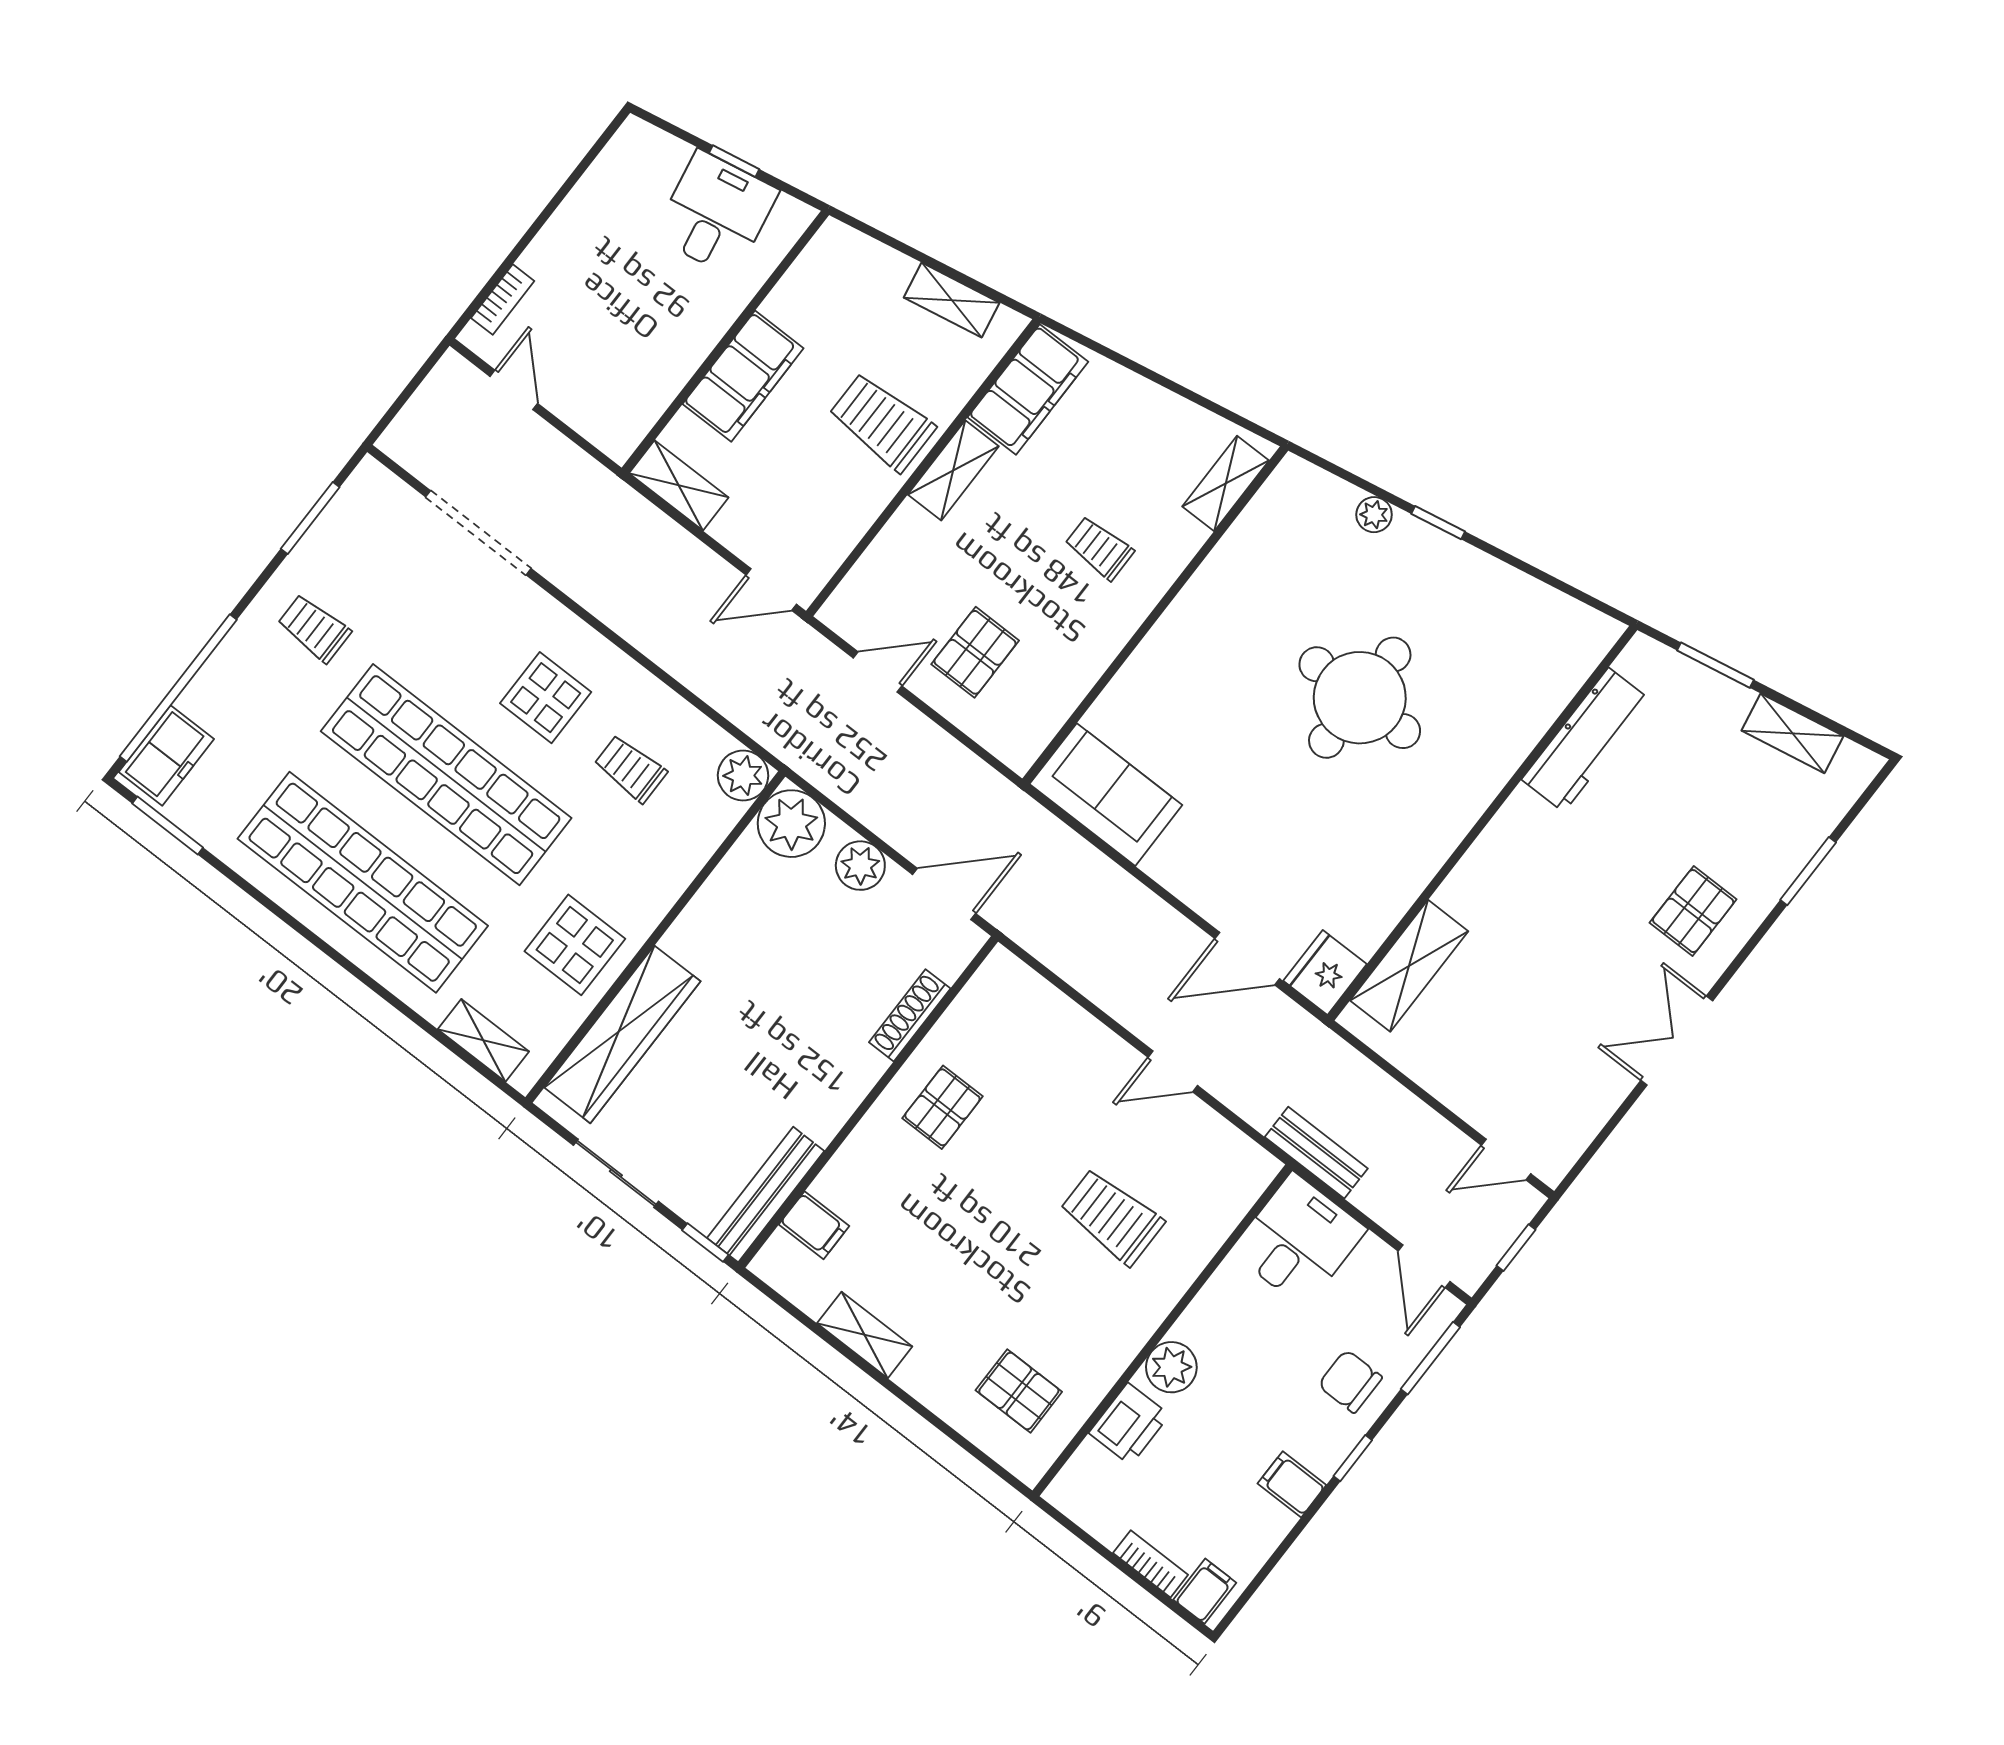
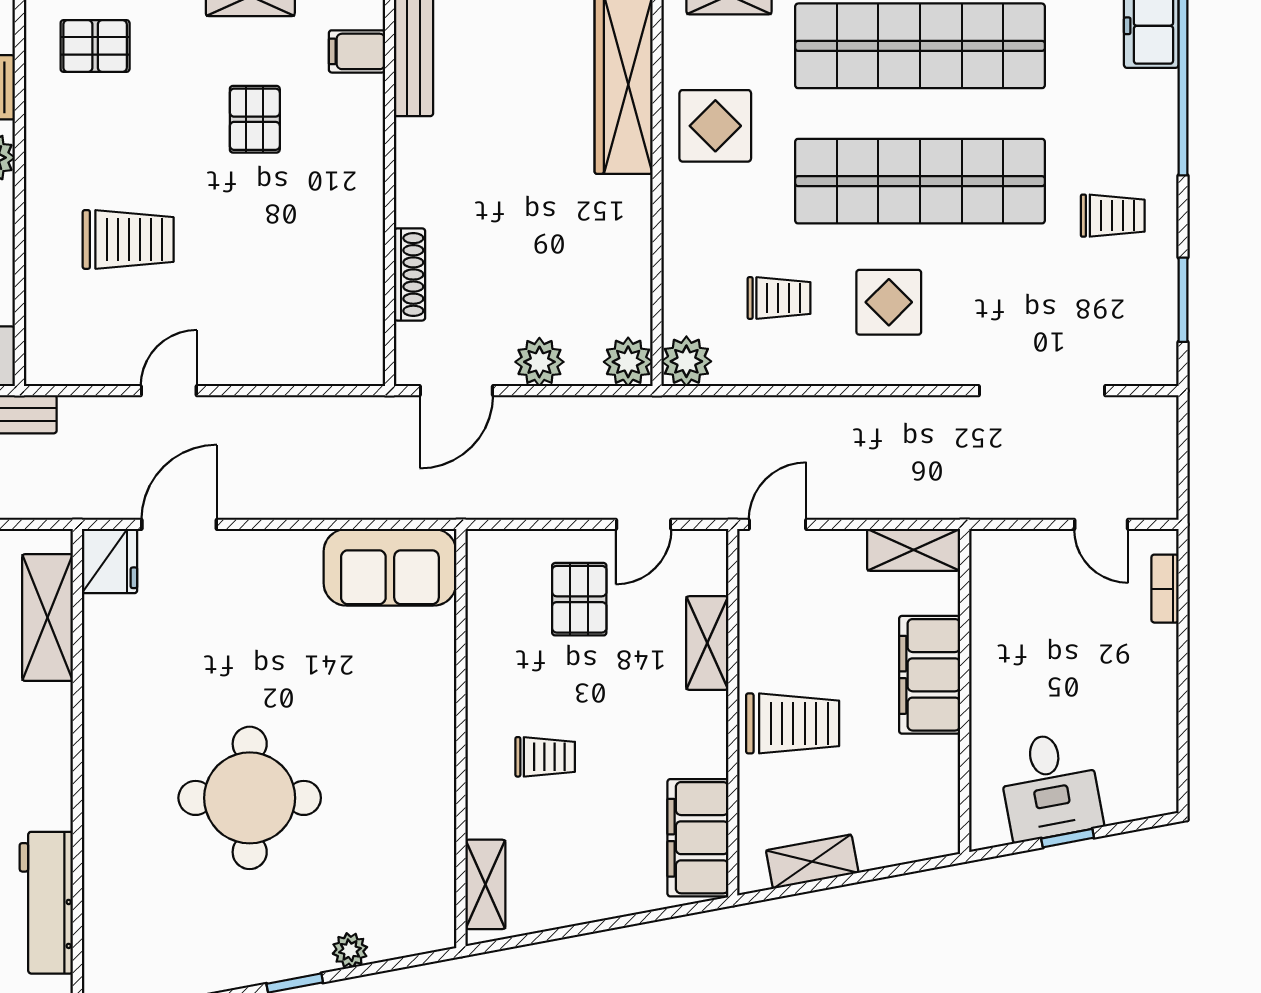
shelving: (953, 470) -> (707, 643), moved
plant: (791, 824) -> (628, 362), width x0.73, depth x0.73
pallet: (942, 1107) -> (255, 119), moved

